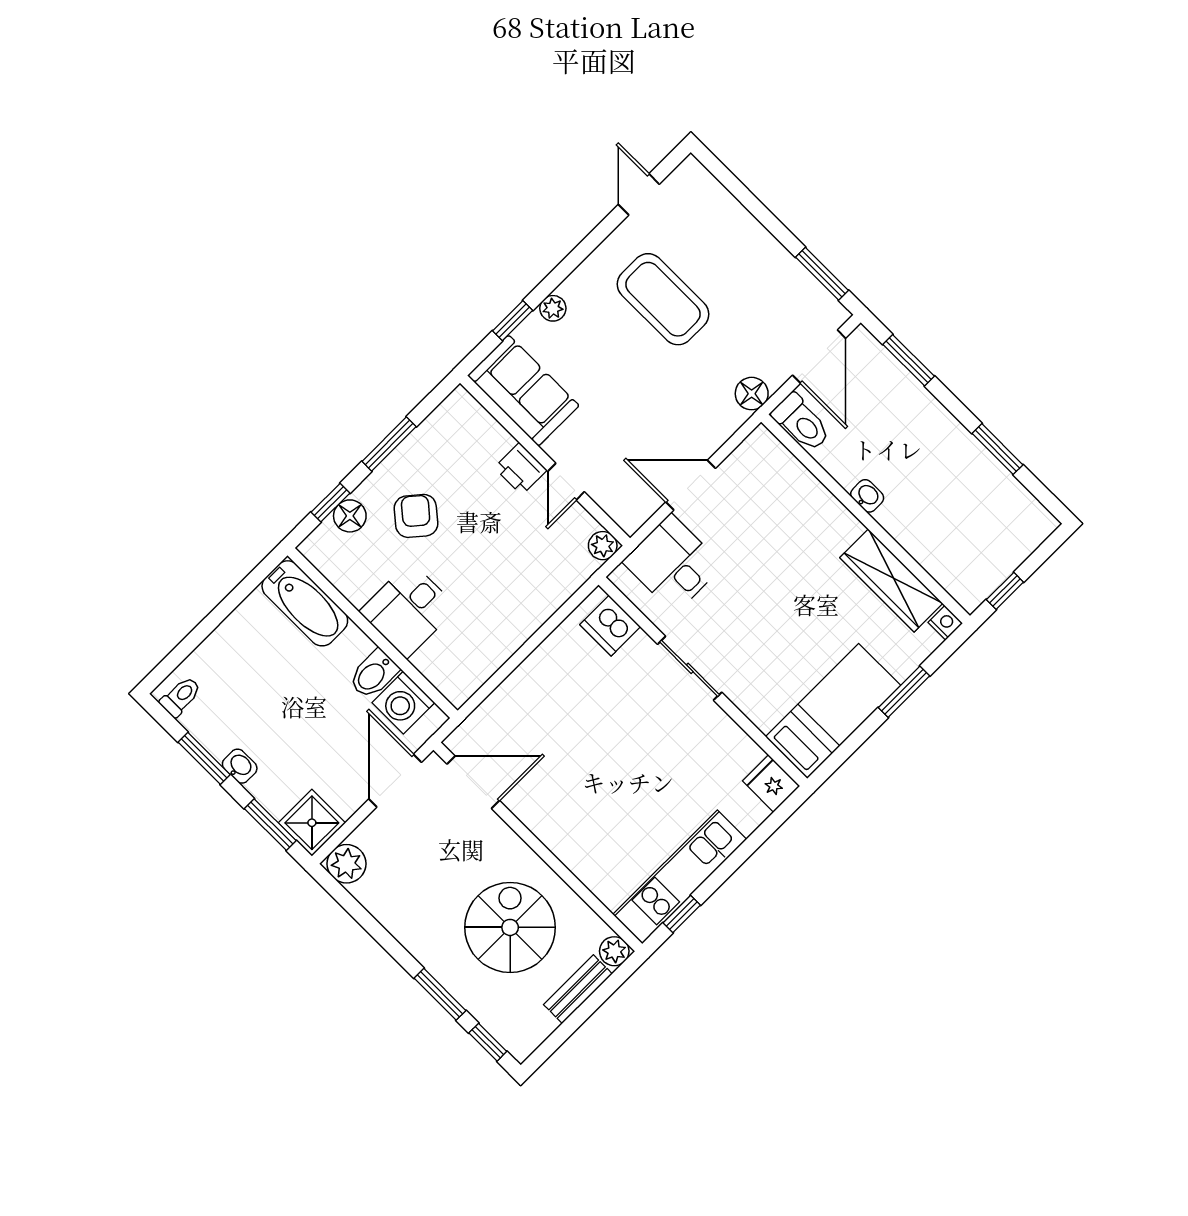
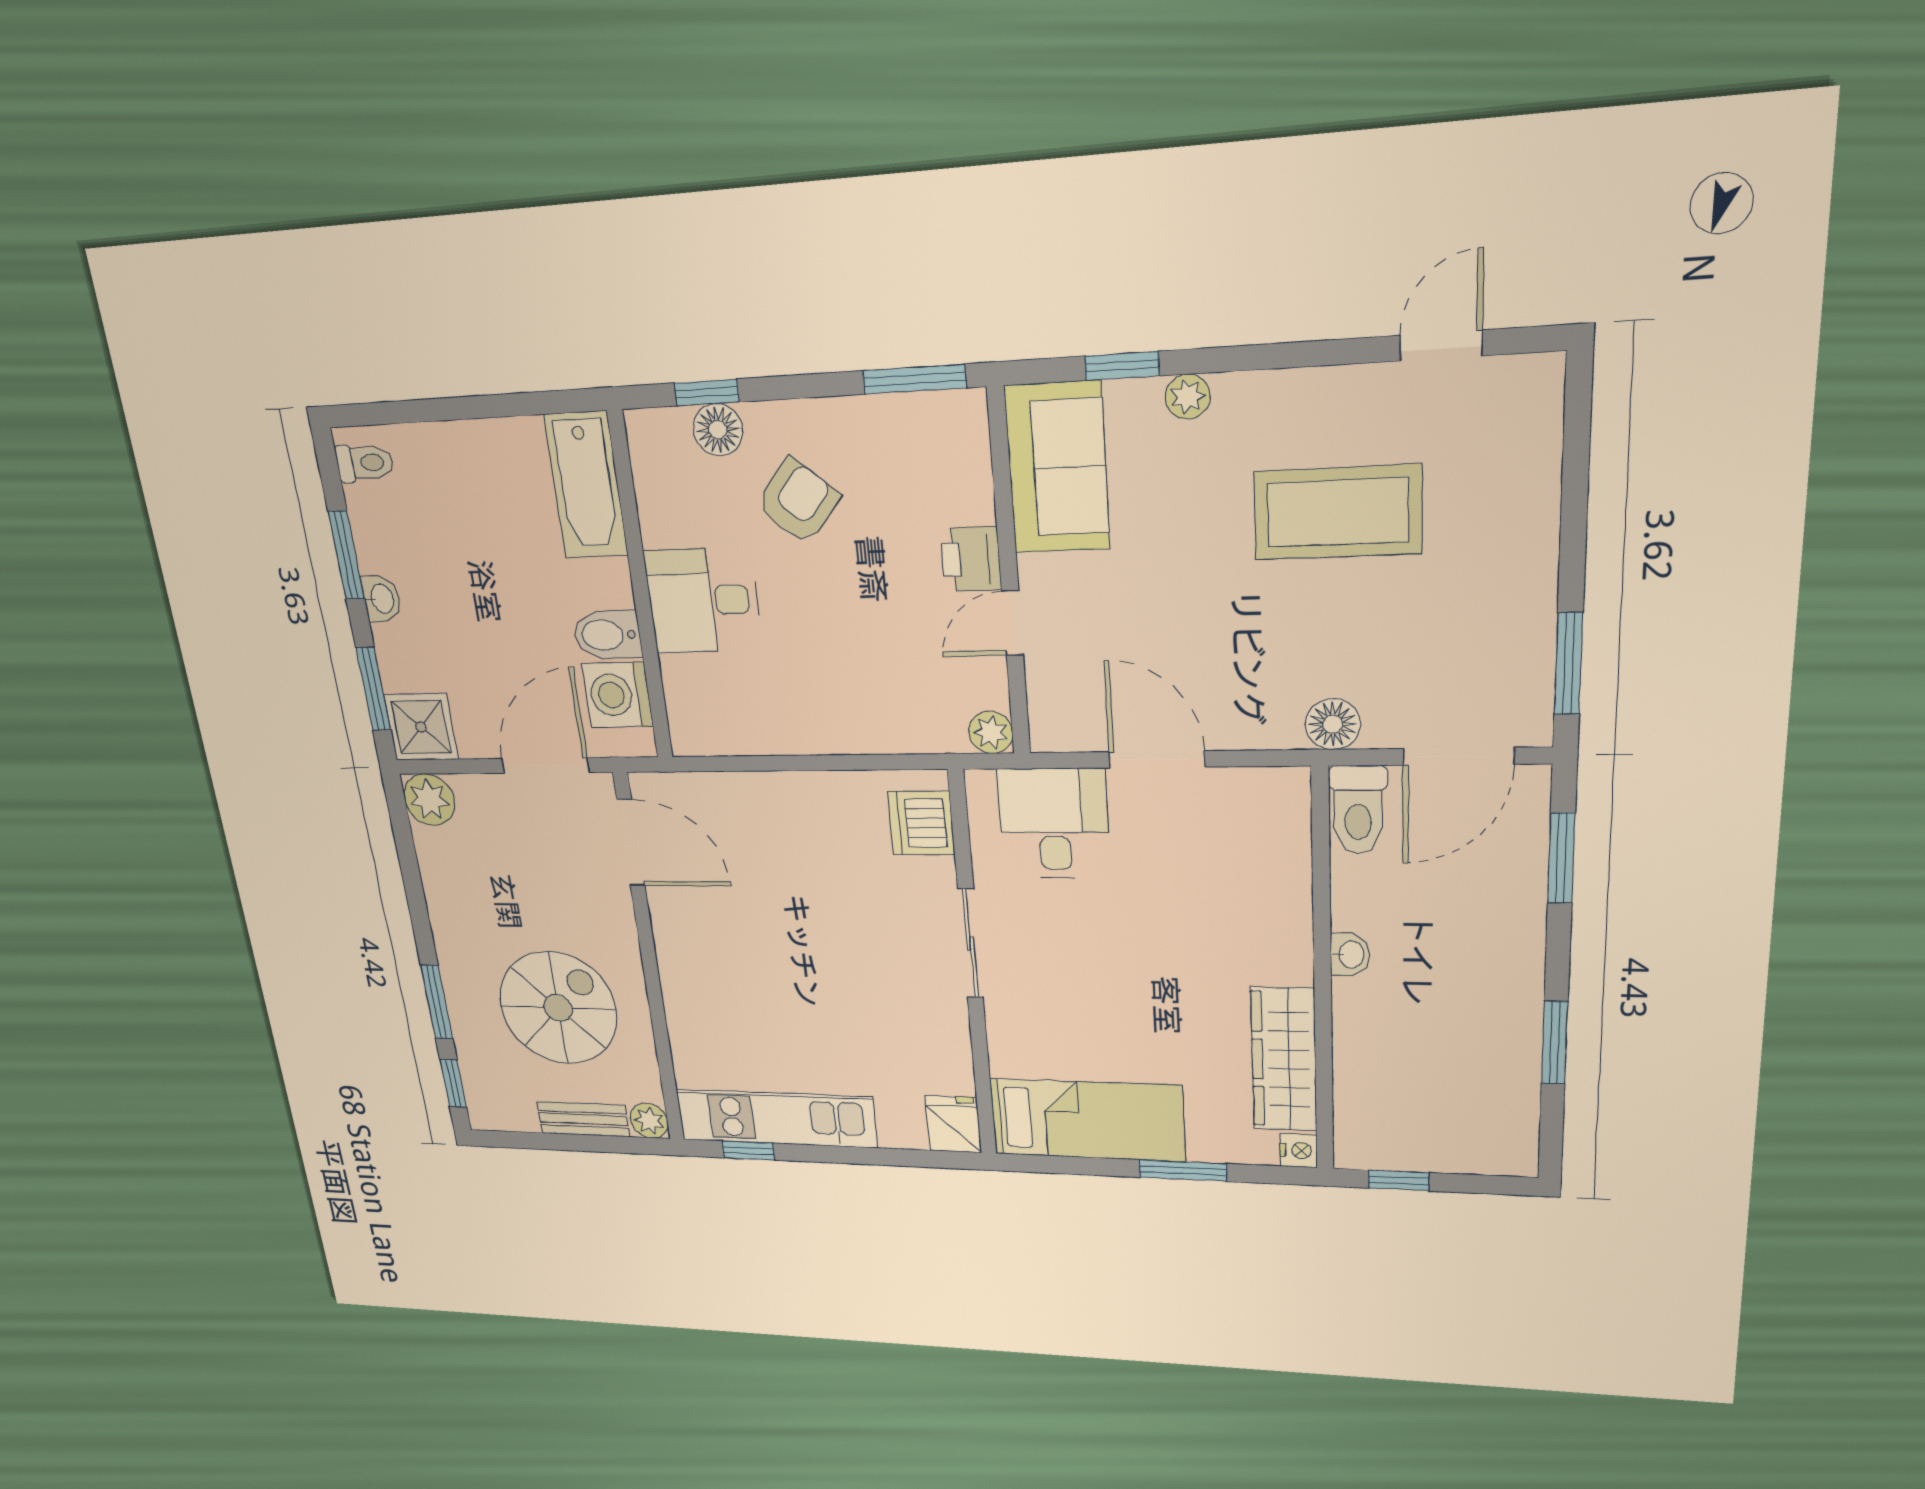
coffee table: (663, 299) -> (1338, 513), turned 90
window: (389, 444) -> (914, 379), moved

